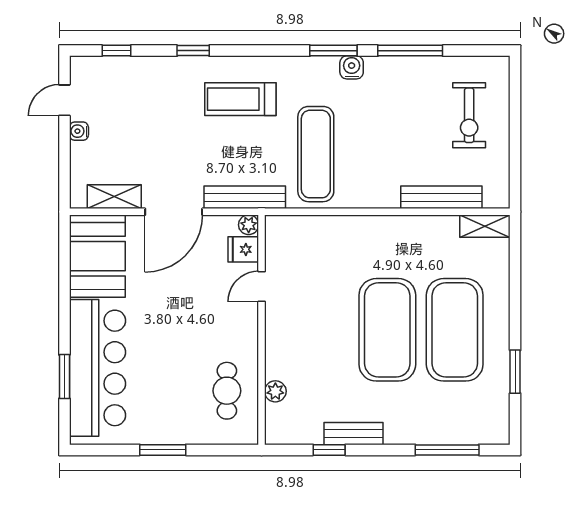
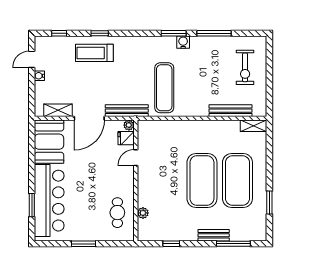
treadmill: (240, 99) -> (94, 53), moved
bench: (354, 434) -> (214, 235), moved

